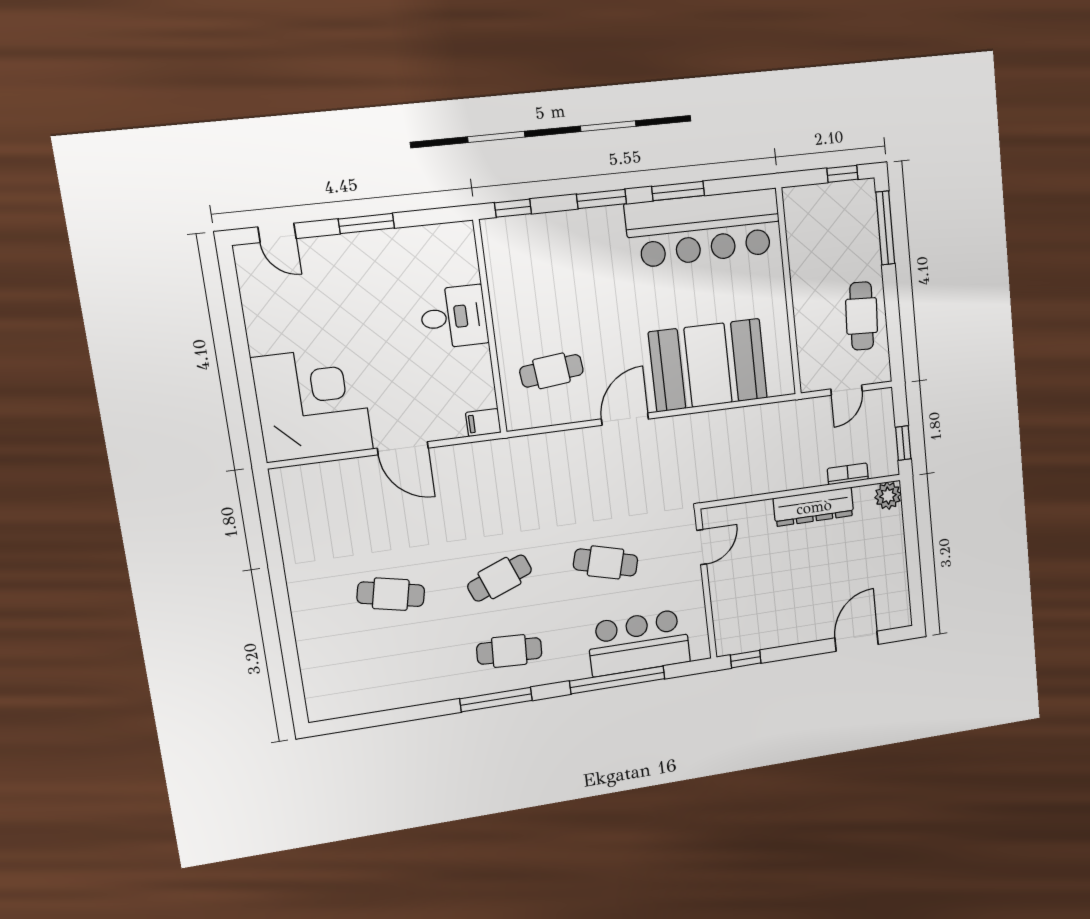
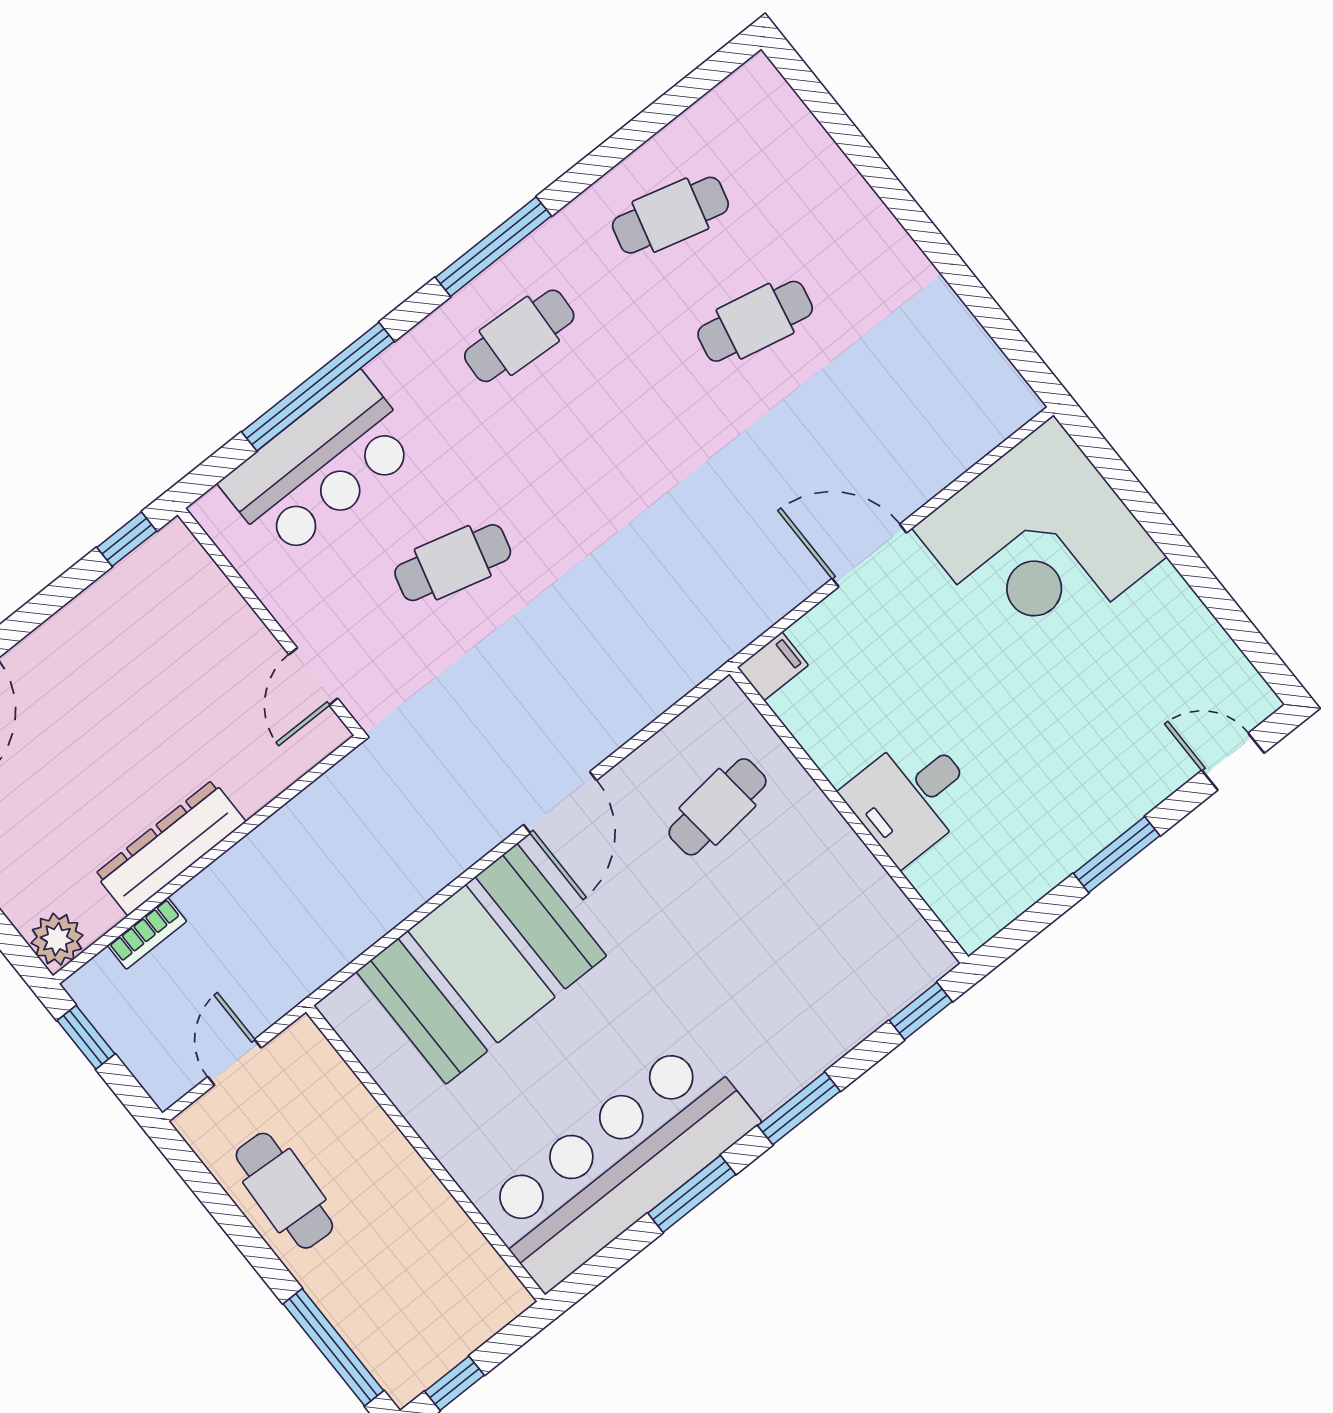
cafe table: (500, 578) -> (670, 215), moved, turned 36

